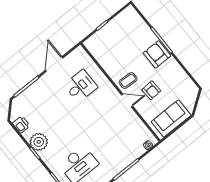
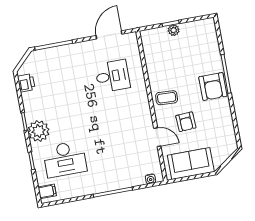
plant: (107, 29) -> (174, 30), added
armchair: (157, 54) -> (213, 87), turned 180
door: (54, 64) -> (109, 35), moved
door: (127, 100) -> (157, 137), moved
plant: (39, 142) -> (39, 131), moved

